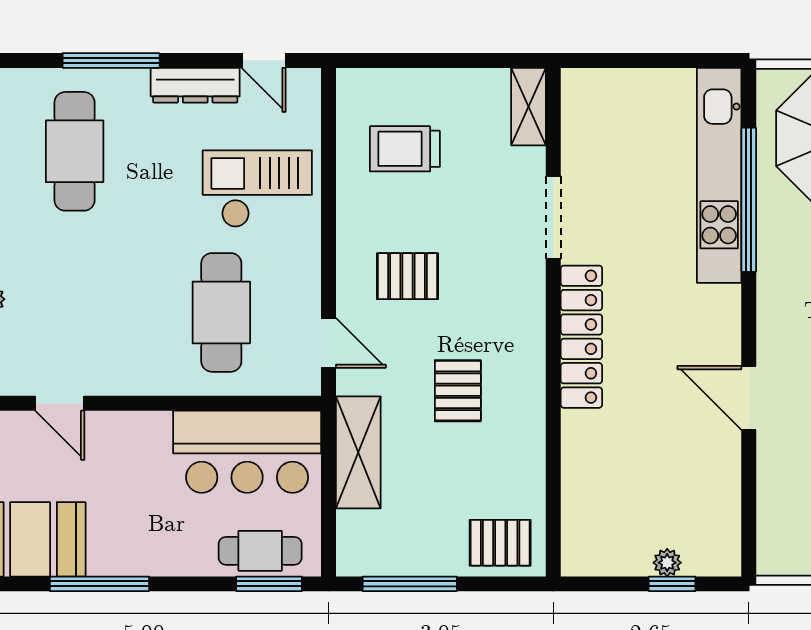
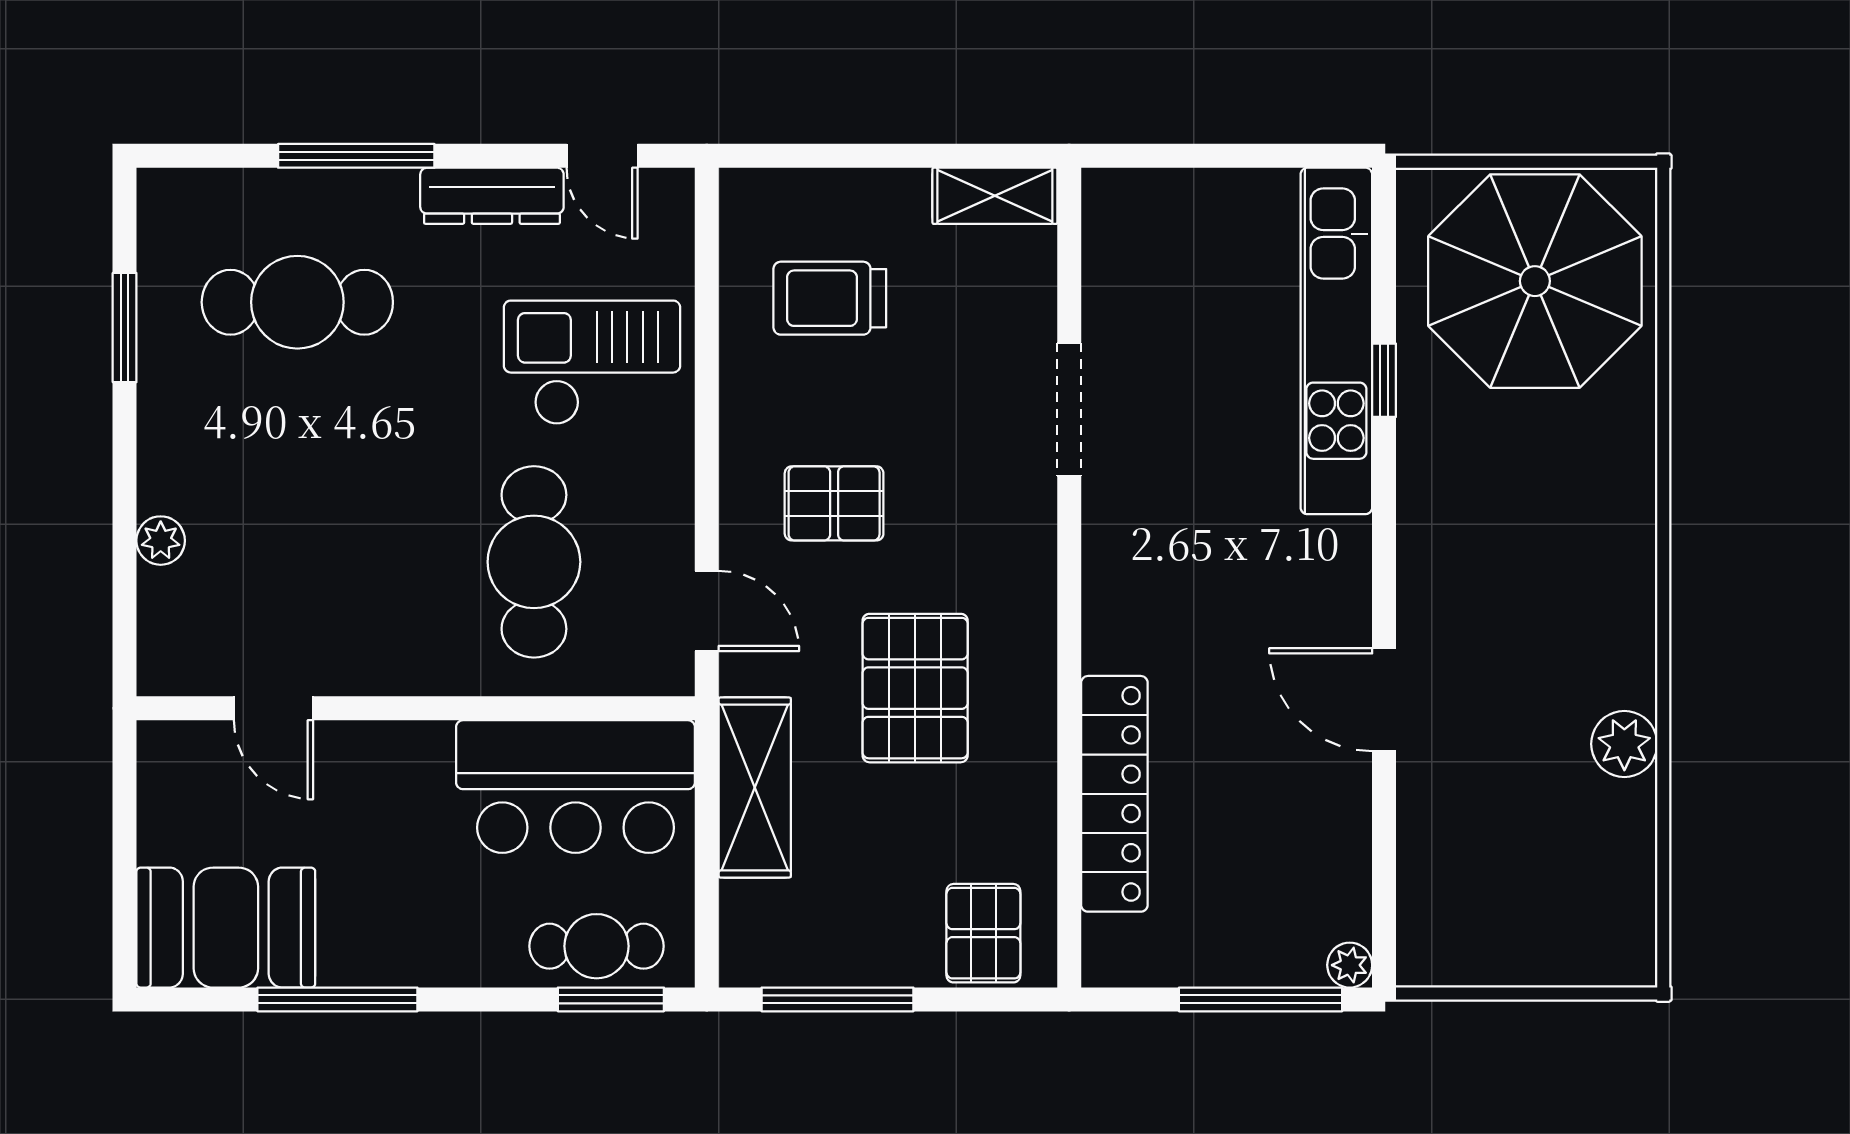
shelving: (529, 107) -> (995, 196), moved, turned 90
cafe table: (75, 151) -> (297, 302), turned 90
window: (749, 200) -> (1384, 380), width x0.32
locker: (581, 337) -> (1114, 794), moved
pallet: (458, 391) -> (915, 688), width x1.50, depth x1.42
pallet: (500, 543) -> (983, 933), turned 90
plant: (667, 563) -> (1350, 965), moved
window: (672, 584) -> (1261, 999), width x2.17

